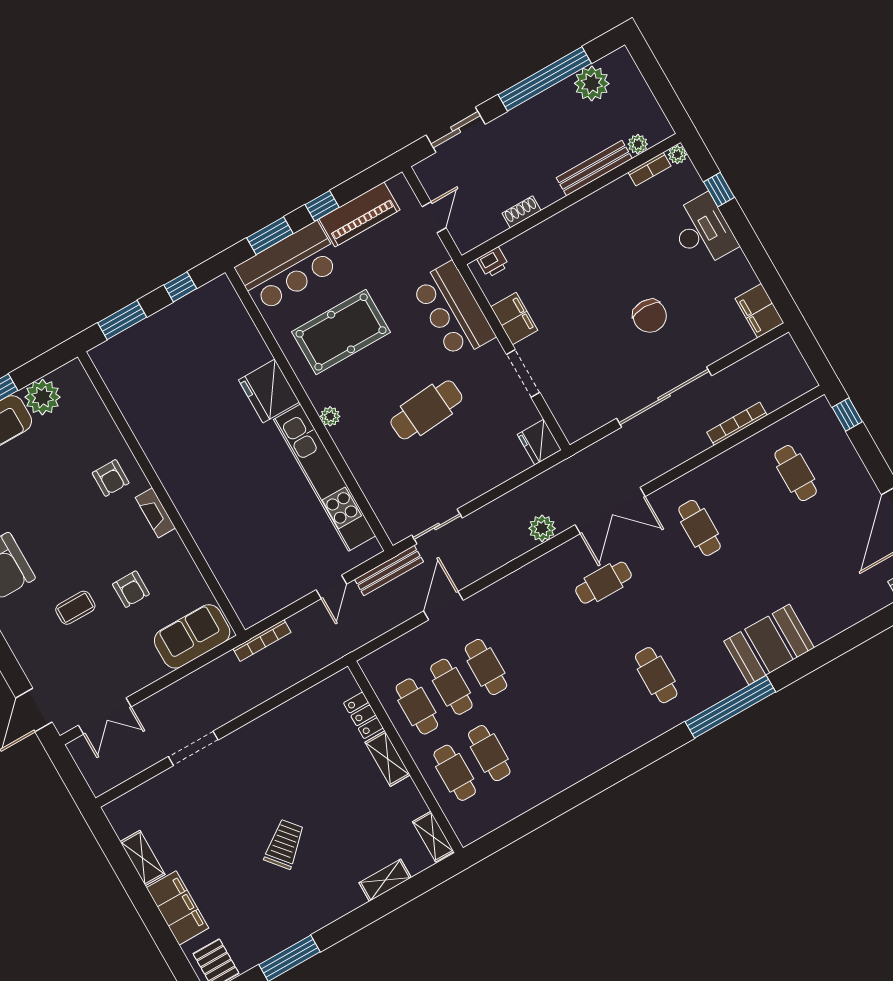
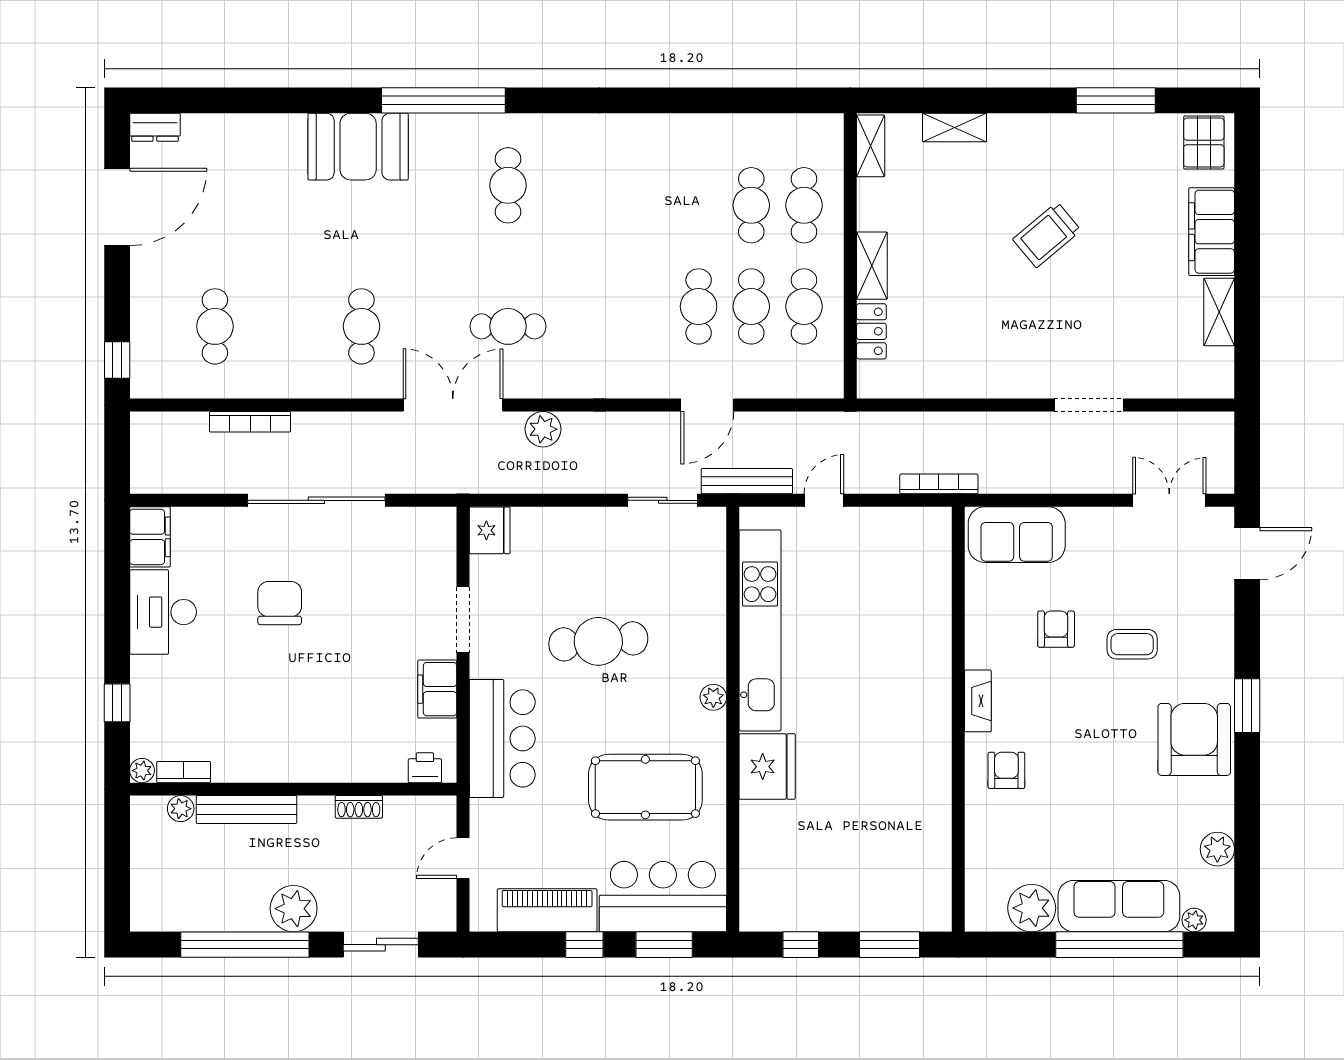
plant: (592, 83) -> (294, 909), moved
desk: (703, 231) -> (163, 612), moved

